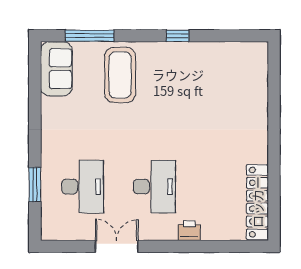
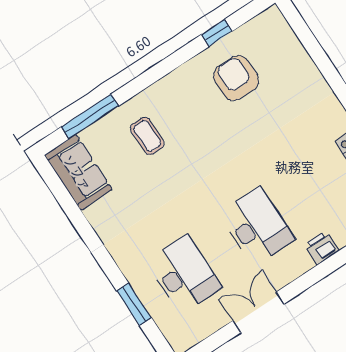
window: (178, 36) -> (217, 33), moved
coffee table: (120, 75) -> (147, 136), width x0.54, depth x0.58
armchair: (207, 75) -> (236, 78), added

